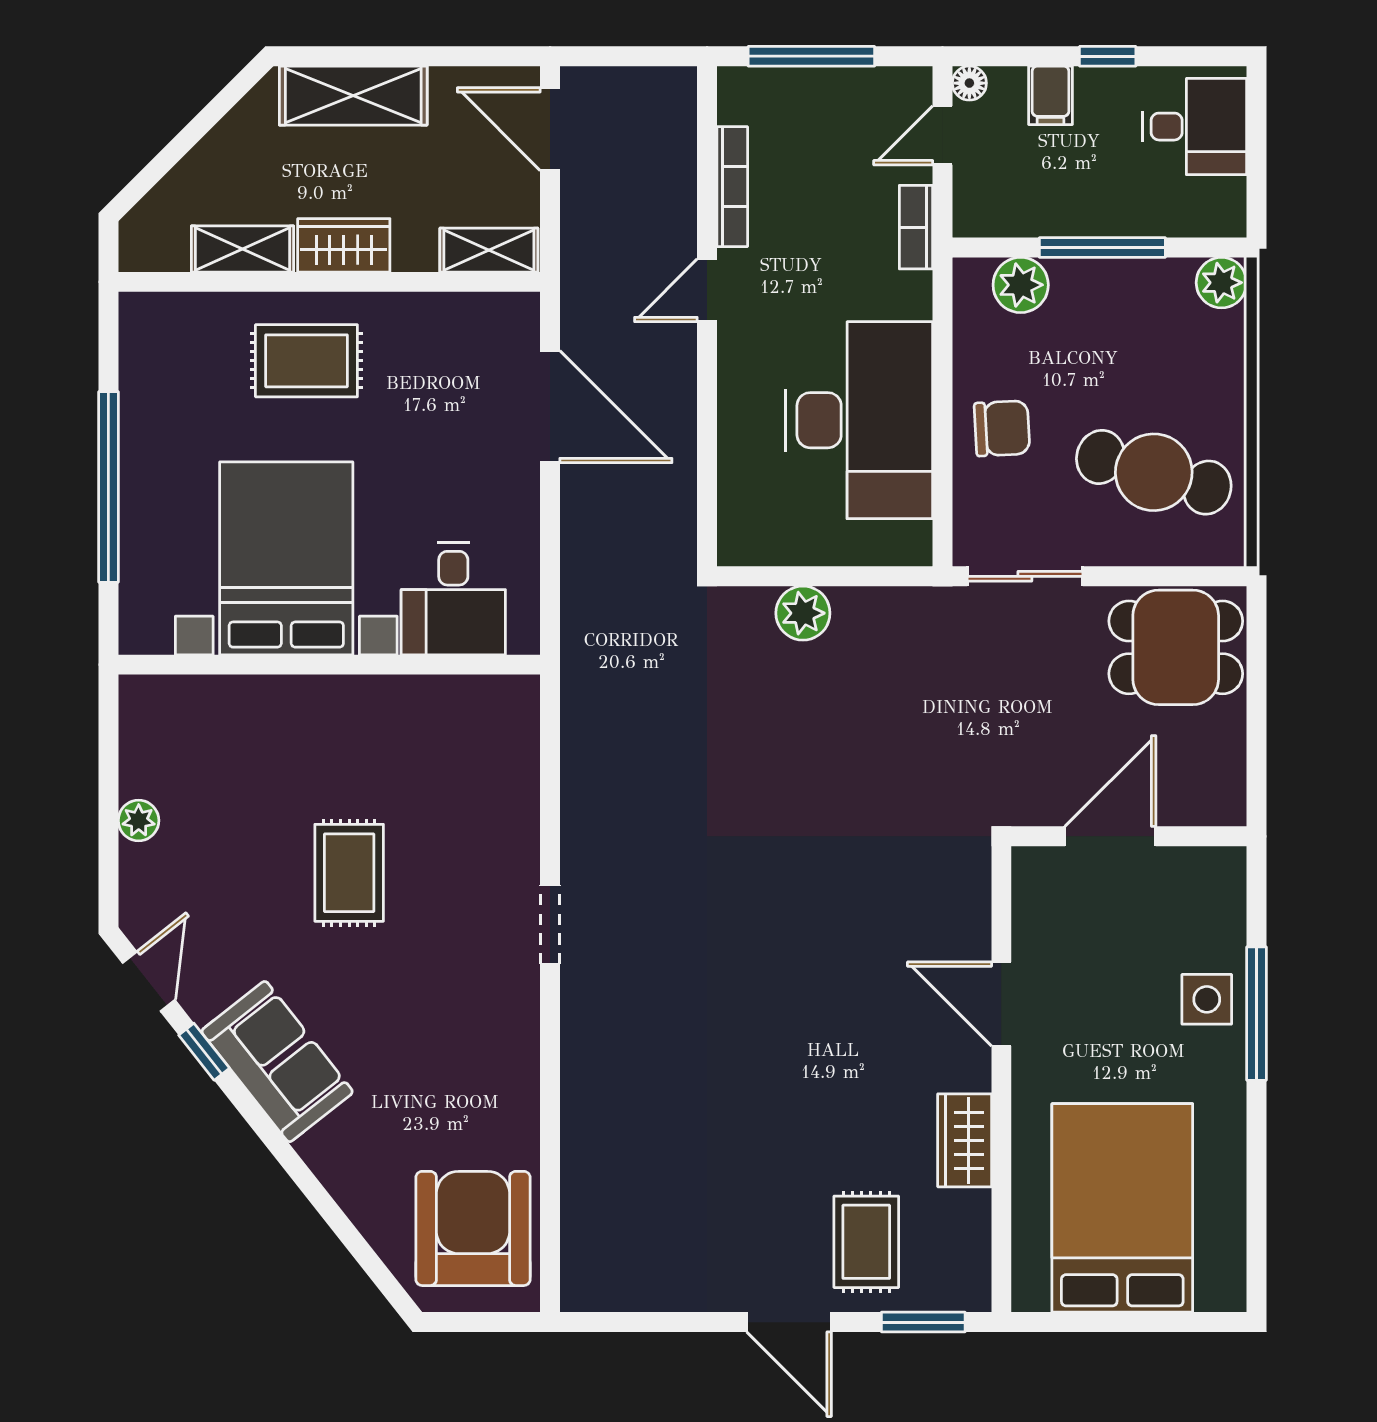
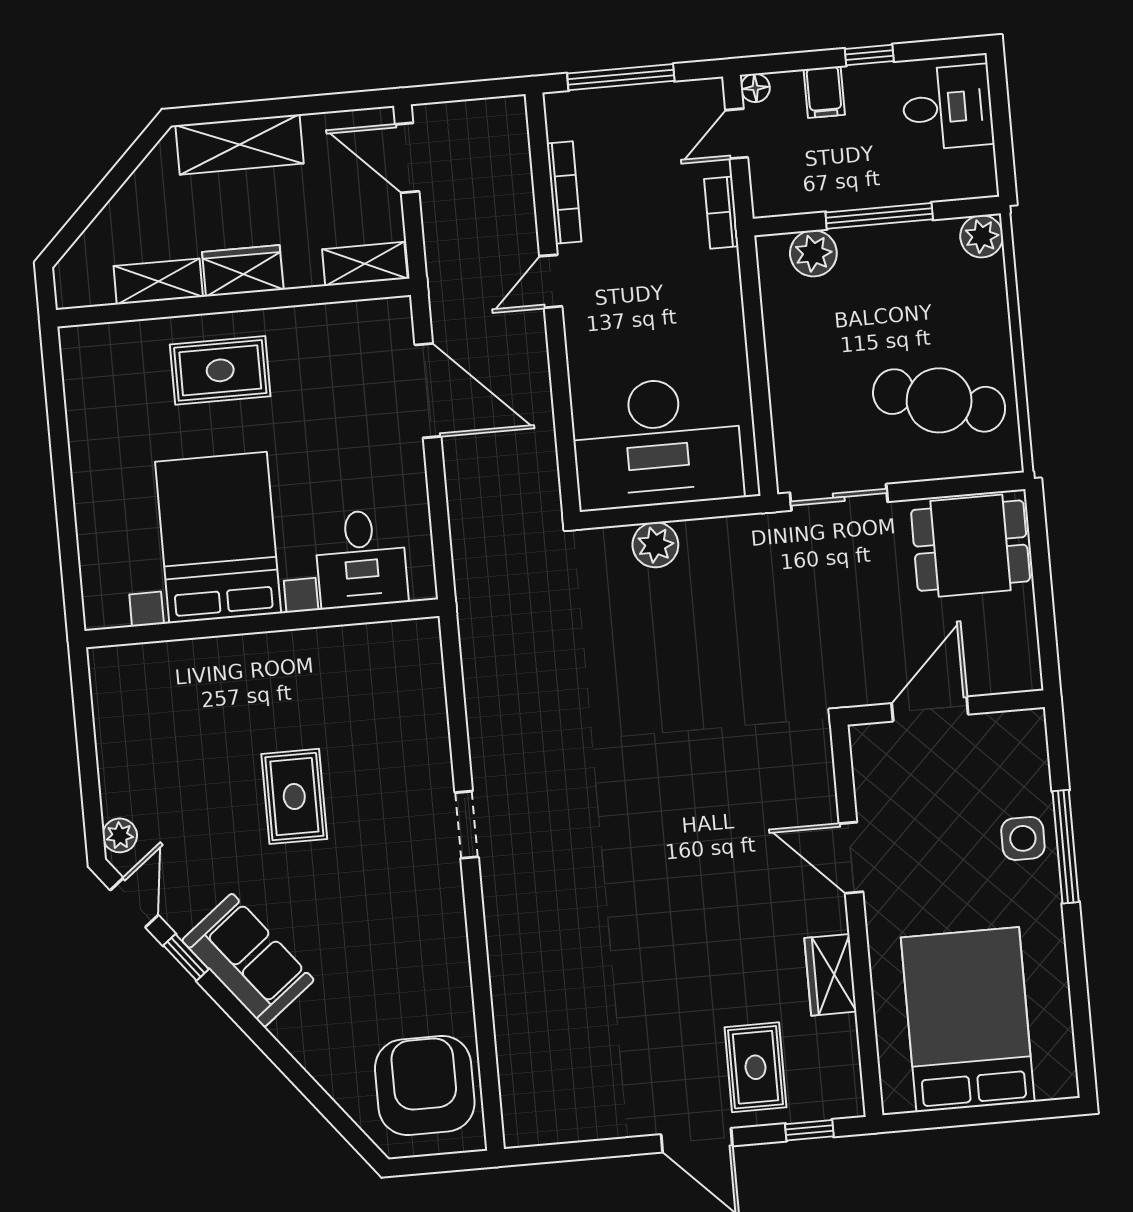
desk: (859, 420) -> (657, 443), moved, turned 90
chair: (1002, 428) -> (808, 375), removed
window: (108, 487) -> (64, 491), removed
plant: (139, 820) -> (120, 835), moved
window: (923, 1322) -> (809, 1130), width x0.67

